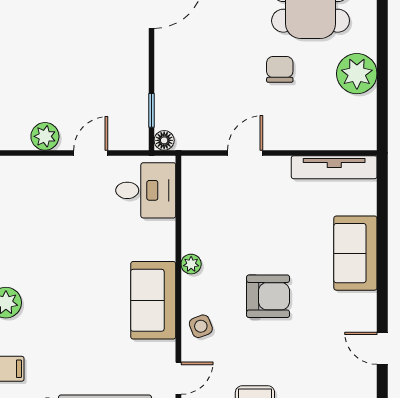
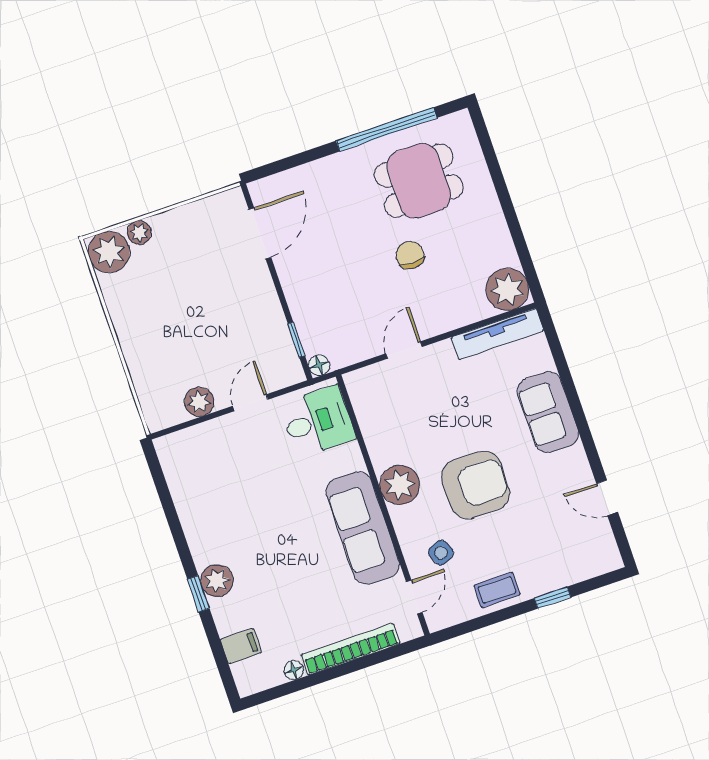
plant: (357, 74) -> (507, 289), moved
plant: (191, 264) -> (400, 485), width x1.87, depth x1.87
armchair: (268, 296) -> (476, 485), width x1.36, depth x1.36
sofa: (153, 300) -> (363, 528), width x1.36
side table: (201, 326) -> (441, 553), moved

